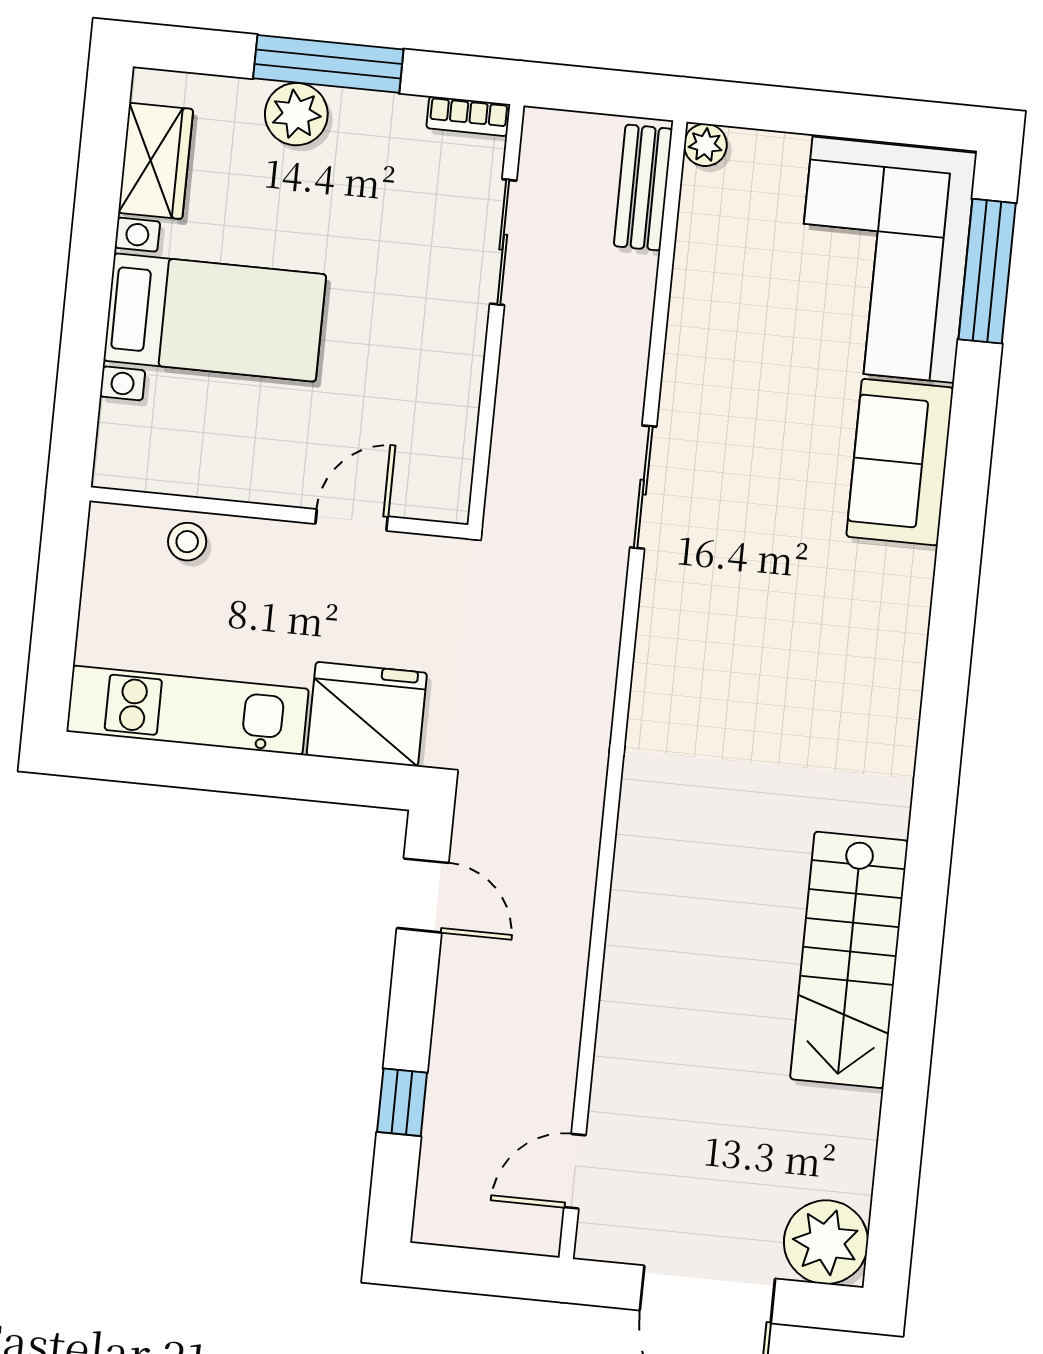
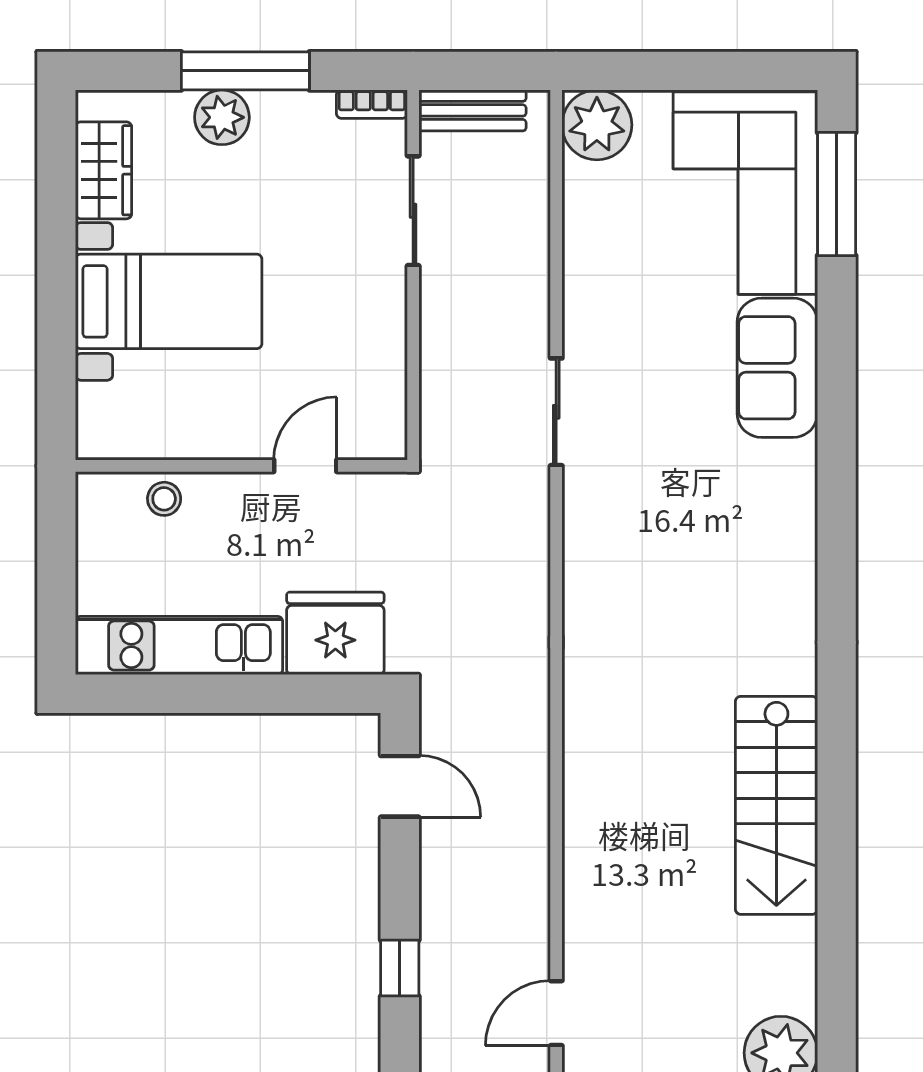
plant: (705, 145) -> (597, 125), width x1.88, depth x1.88
bench: (643, 188) -> (472, 110), moved, turned 90

